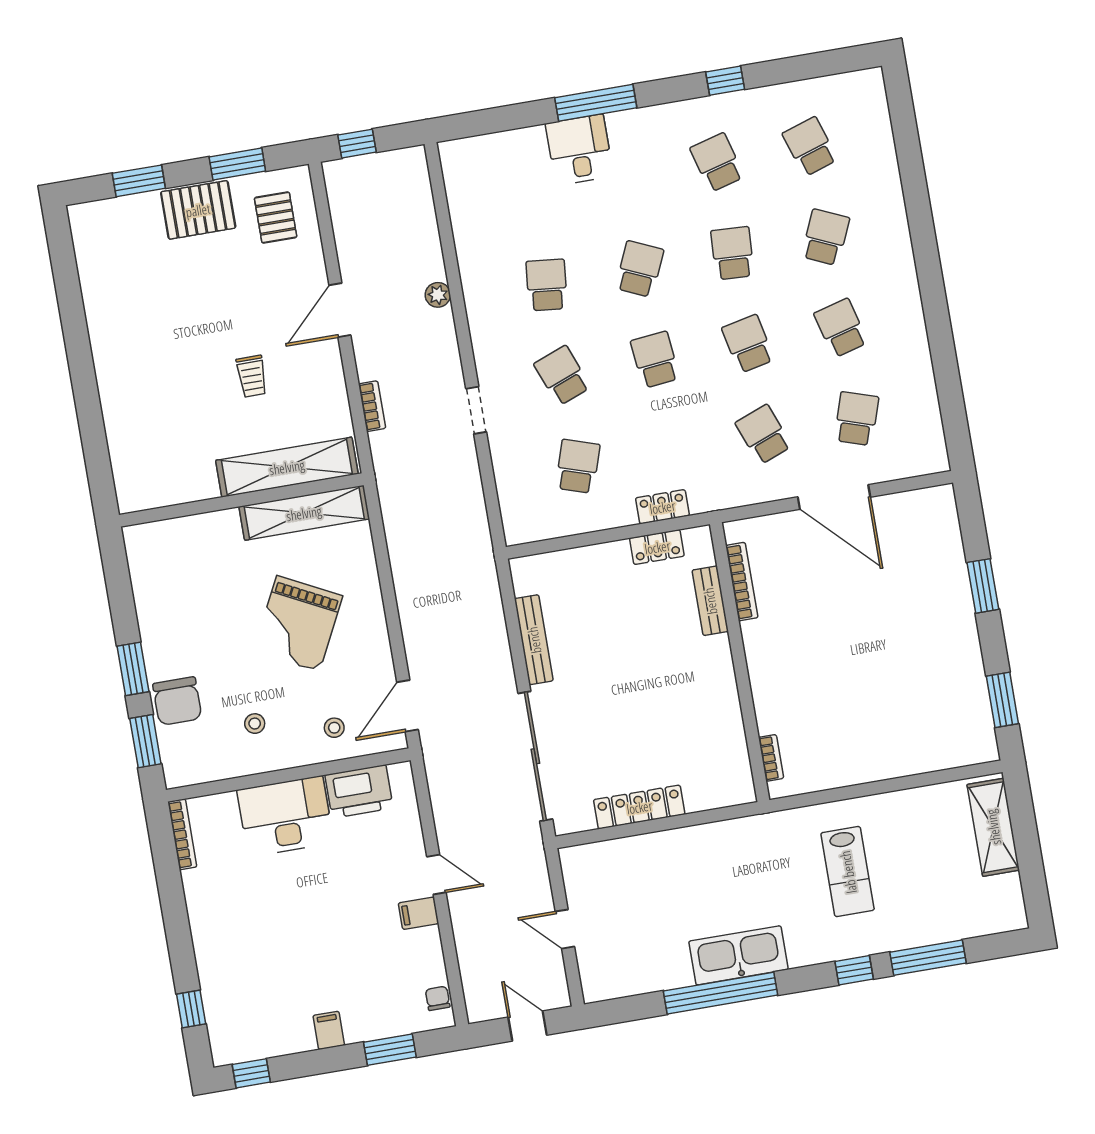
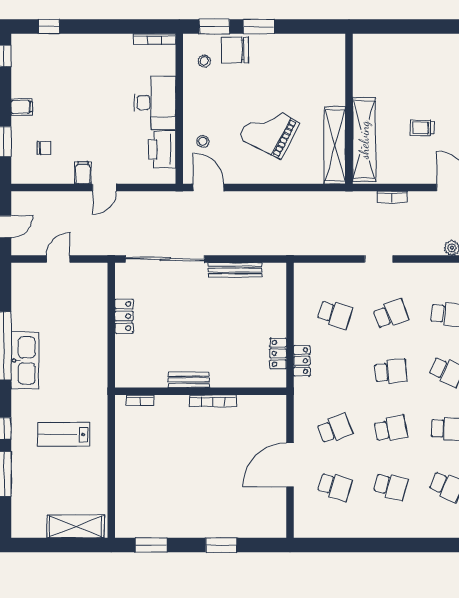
school desk: (841, 328) -> (391, 486), turned 30
bookcase: (742, 582) -> (213, 401), moved
bench: (710, 601) -> (189, 380), moved
stool: (255, 724) -> (204, 61), moved
locker: (639, 807) -> (124, 316), width x0.66
chair: (438, 998) -> (44, 148), moved

